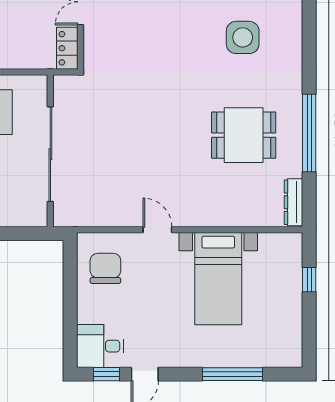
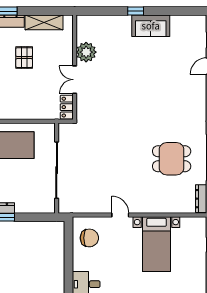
side table: (243, 37) -> (171, 101), removed
chair: (105, 268) -> (89, 238), turned 90

